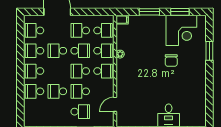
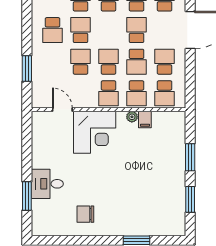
filing cabinet: (122, 20) -> (145, 119), moved
corner desk: (181, 30) -> (95, 132), moved, turned -90
chair: (171, 60) -> (85, 214), moved
school desk: (80, 112) -> (52, 30), moved

